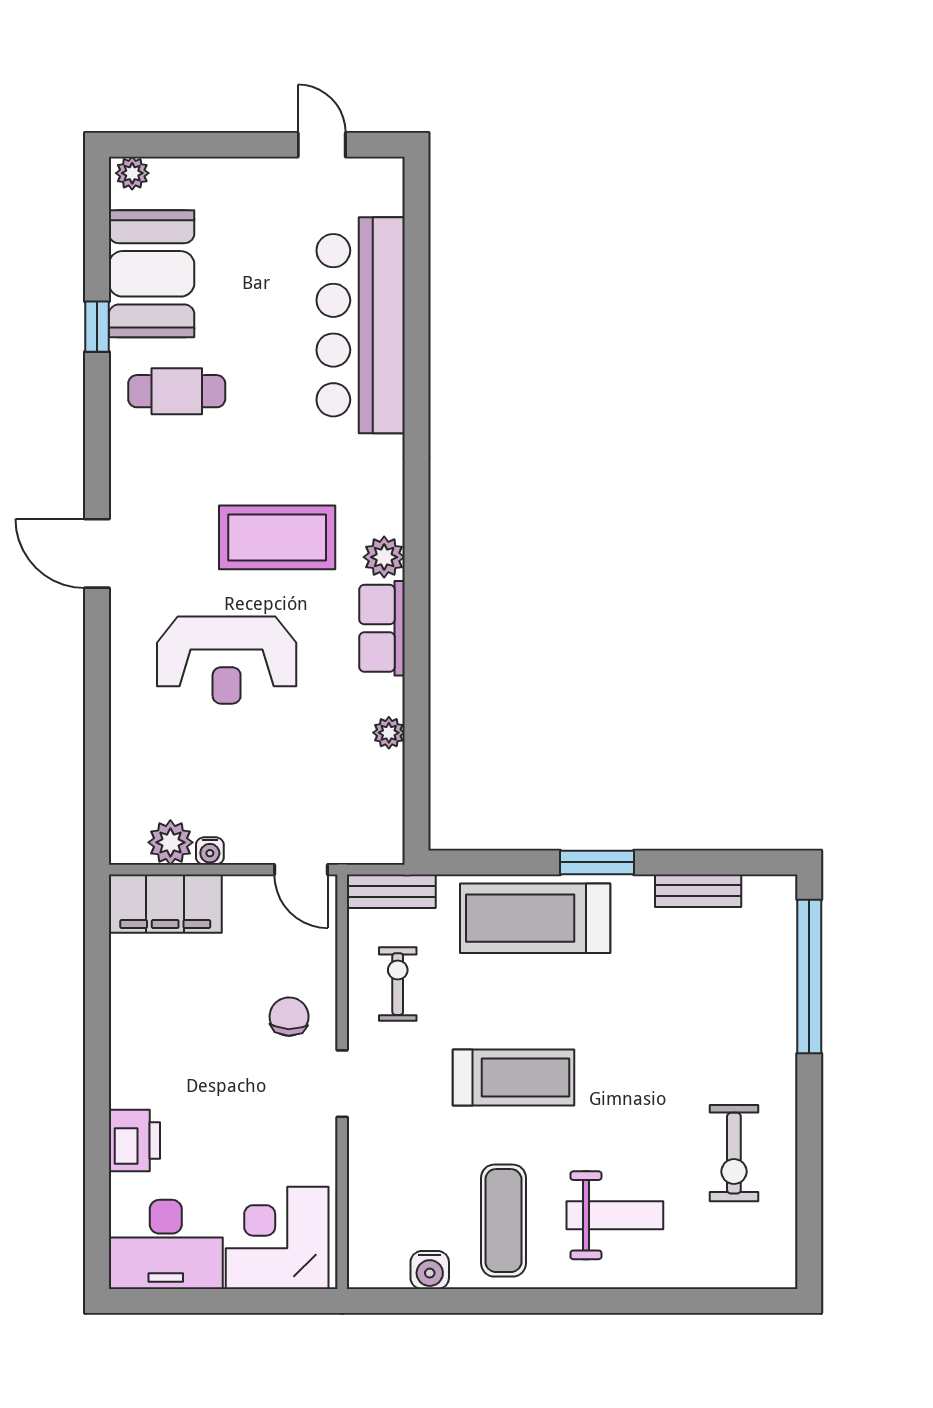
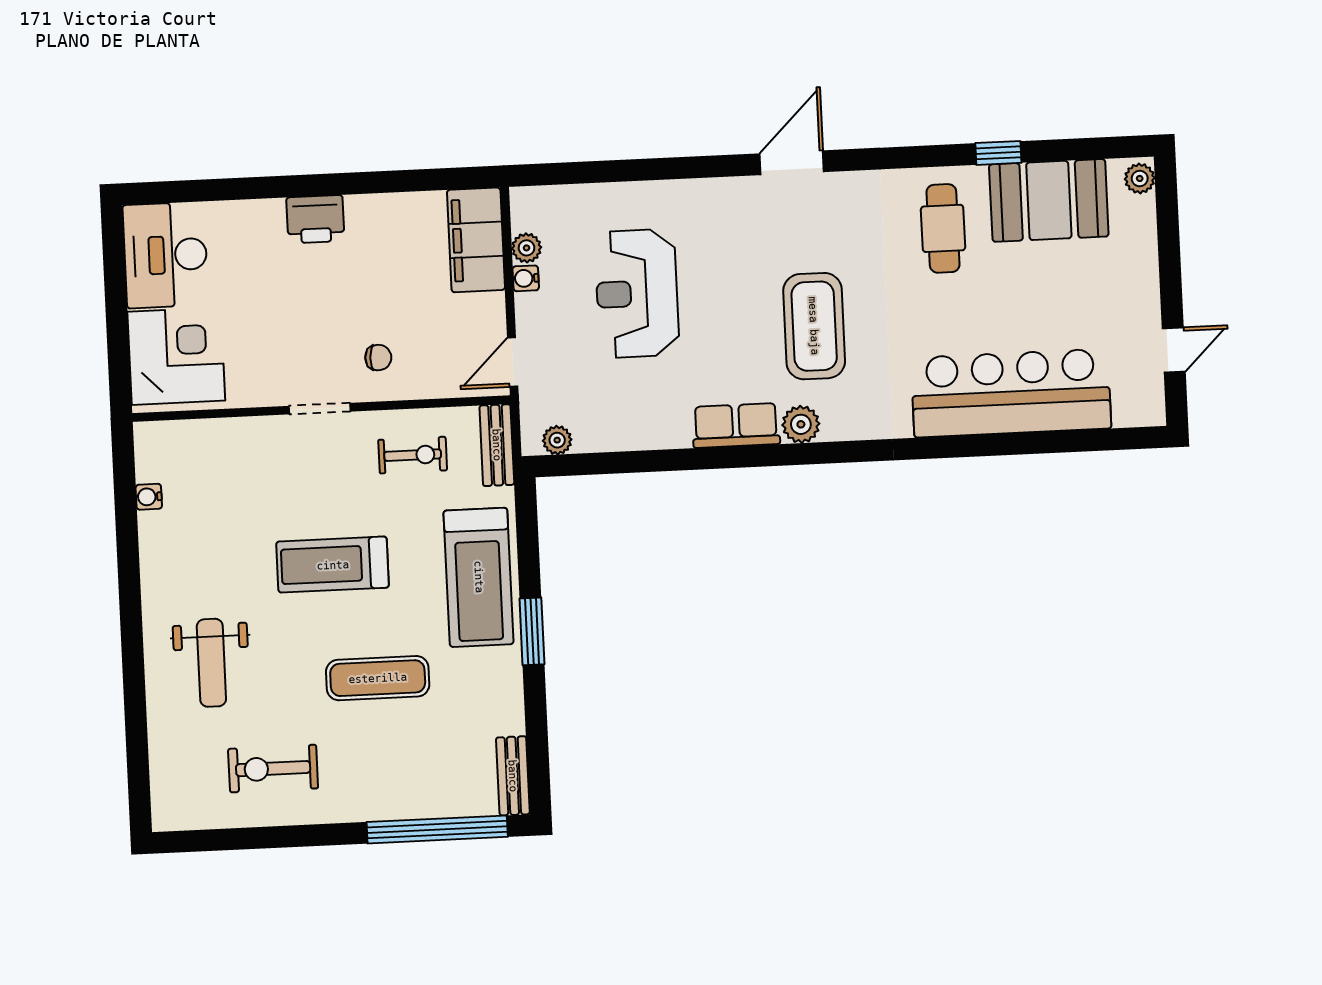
reception desk: (227, 660) -> (637, 293), moved
plant: (389, 733) -> (557, 440), moved
plant: (170, 842) -> (527, 248), width x0.73, depth x0.73
bench: (698, 891) -> (513, 776), moved
treadmill: (535, 918) -> (479, 577), turned 180
chair: (289, 1017) -> (378, 358), width x0.73, depth x0.73
treadmill: (514, 1077) -> (333, 565), turned 90
printer: (134, 1141) -> (315, 219), moved
exercise mat: (503, 1221) -> (378, 678), moved
water cooler: (430, 1270) -> (149, 497), width x0.72, depth x0.72

